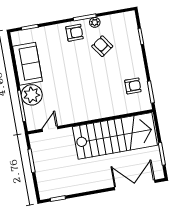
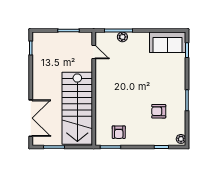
plant: (95, 22) -> (181, 139), moved
armchair: (74, 33) -> (175, 89), removed
armchair: (102, 46) -> (159, 111), turned -145
sofa: (27, 64) -> (168, 42), moved
plant: (32, 95) -> (122, 37), width x0.53, depth x0.53

